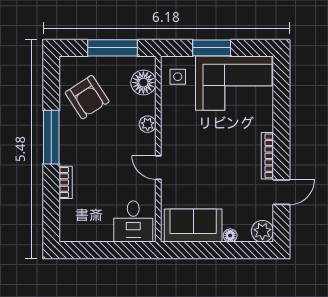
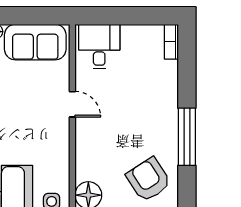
plant: (148, 124) -> (84, 151), removed
bookcase: (66, 182) -> (171, 42), moved

